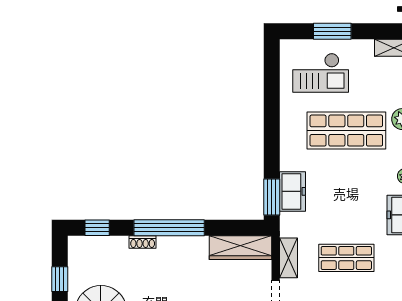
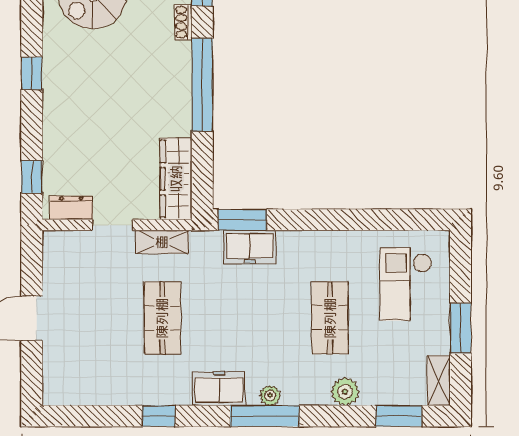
window: (332, 31) -> (460, 328), moved
shop shelf: (346, 131) -> (330, 318), width x0.70, depth x0.74
shoe rack: (143, 242) -> (183, 22), moved

